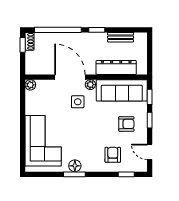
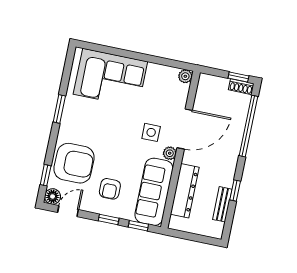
window: (97, 30) -> (235, 190), moved
armchair: (113, 155) -> (74, 163), width x1.88, depth x1.88
floor lamp: (75, 166) -> (53, 196), moved

